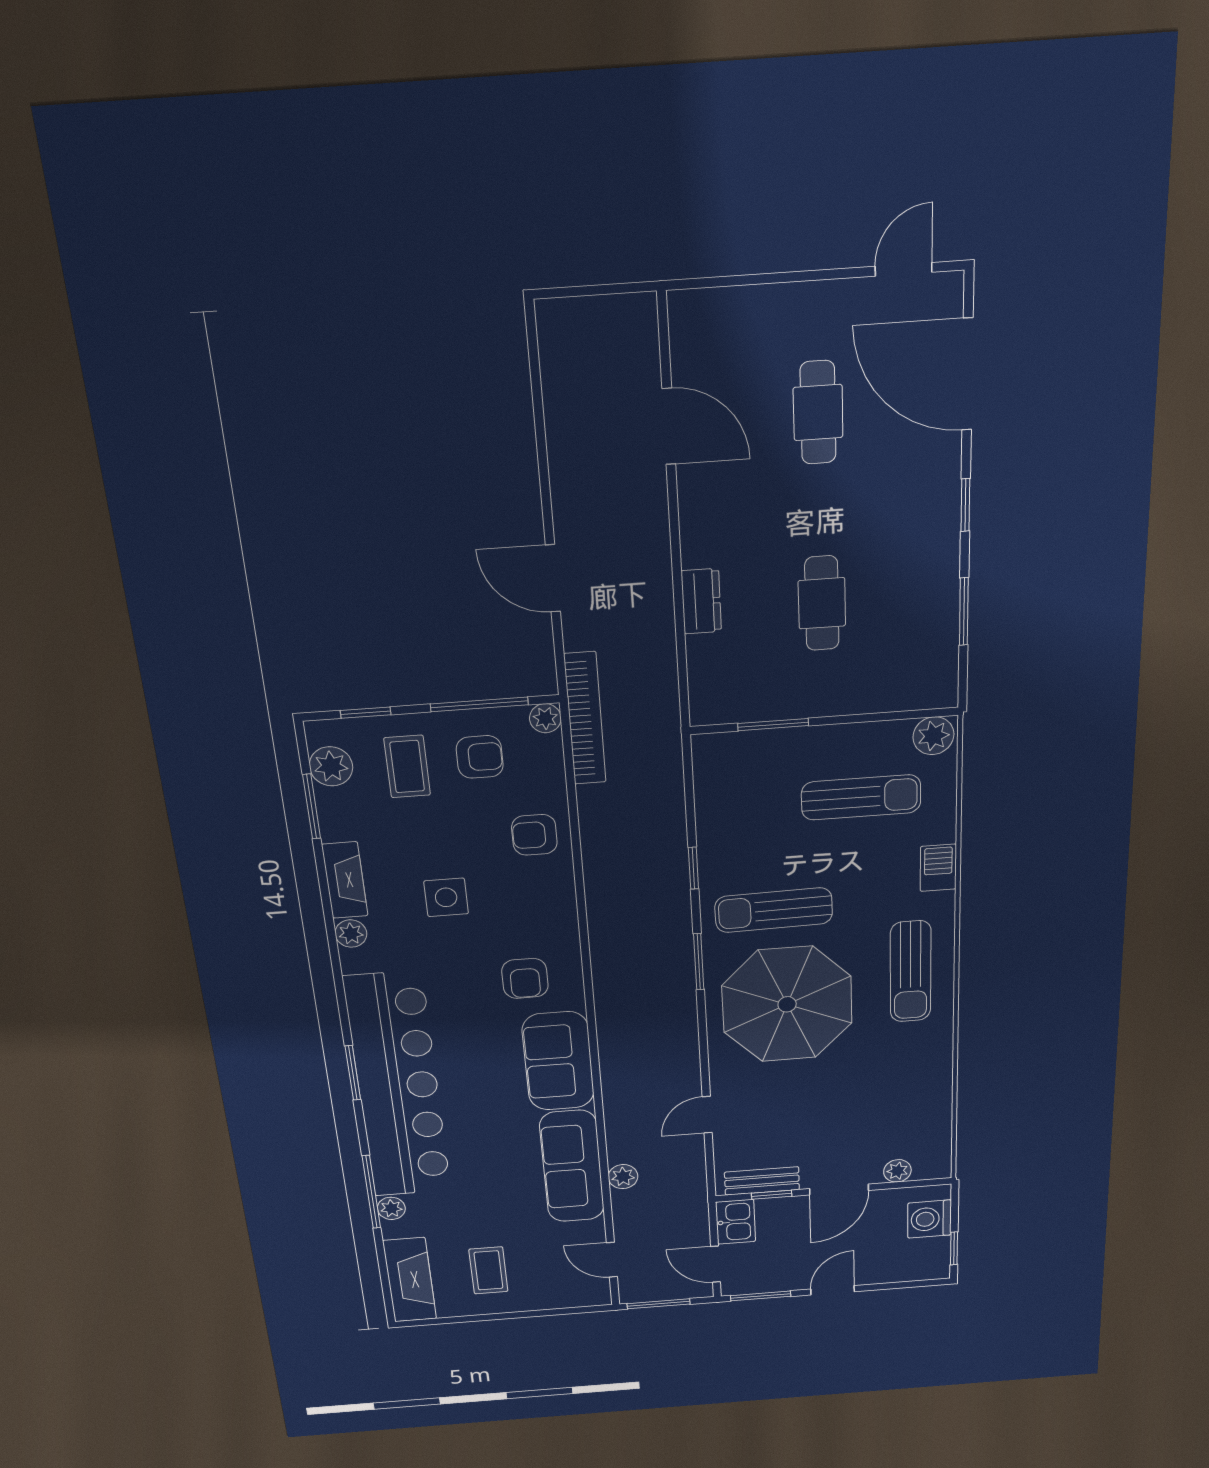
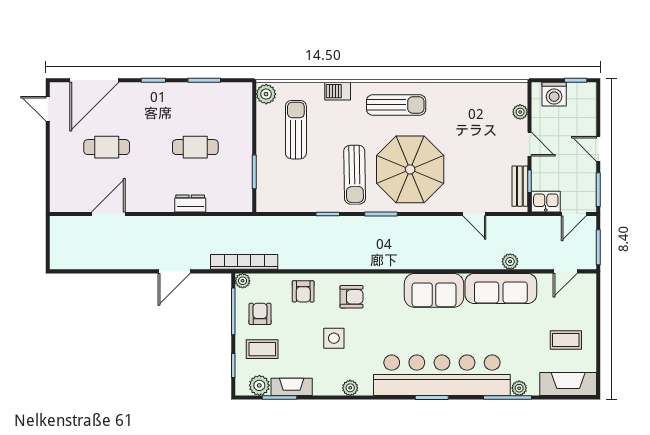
fireplace: (345, 880) -> (292, 387), moved
armchair: (525, 978) -> (352, 297), moved
door: (839, 1189) -> (530, 144), width x0.73

